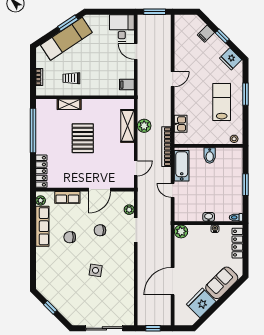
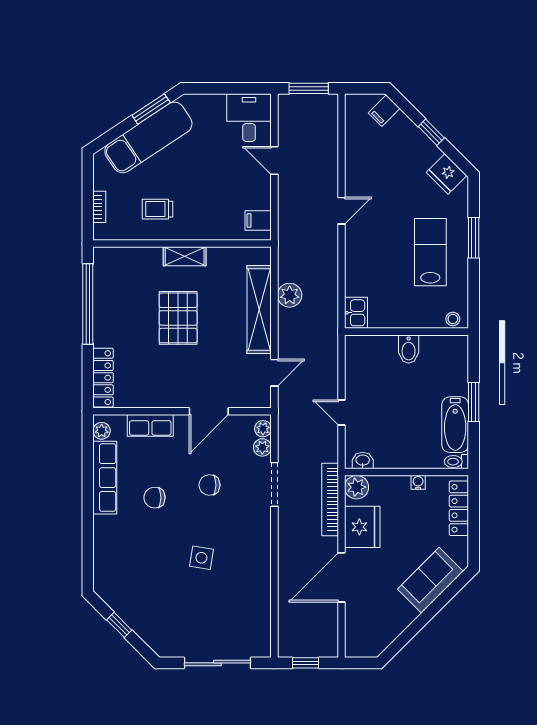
filing cabinet: (206, 34) -> (384, 111), moved
shelving: (69, 104) -> (185, 256), moved
kitchen sink: (181, 124) -> (356, 313), moved
shelving: (127, 126) -> (259, 309), width x1.47
bookcase: (166, 147) -> (330, 499), moved
bathtub: (182, 166) -> (455, 425), moved, turned 180
plant: (129, 199) -> (263, 429), added
washbasin: (209, 217) -> (363, 461), moved
fridge: (201, 303) -> (362, 527), moved, turned 135

